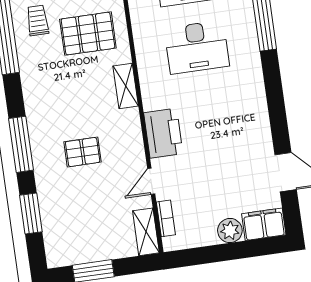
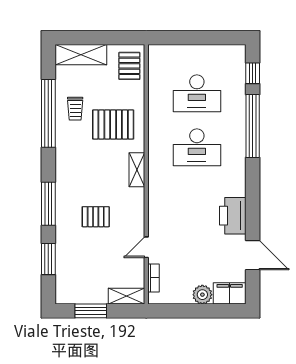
trolley: (37, 20) -> (75, 109), turned 180
printer: (163, 133) -> (233, 216), moved, turned 180
shelving: (146, 232) -> (127, 296), moved, turned 90

